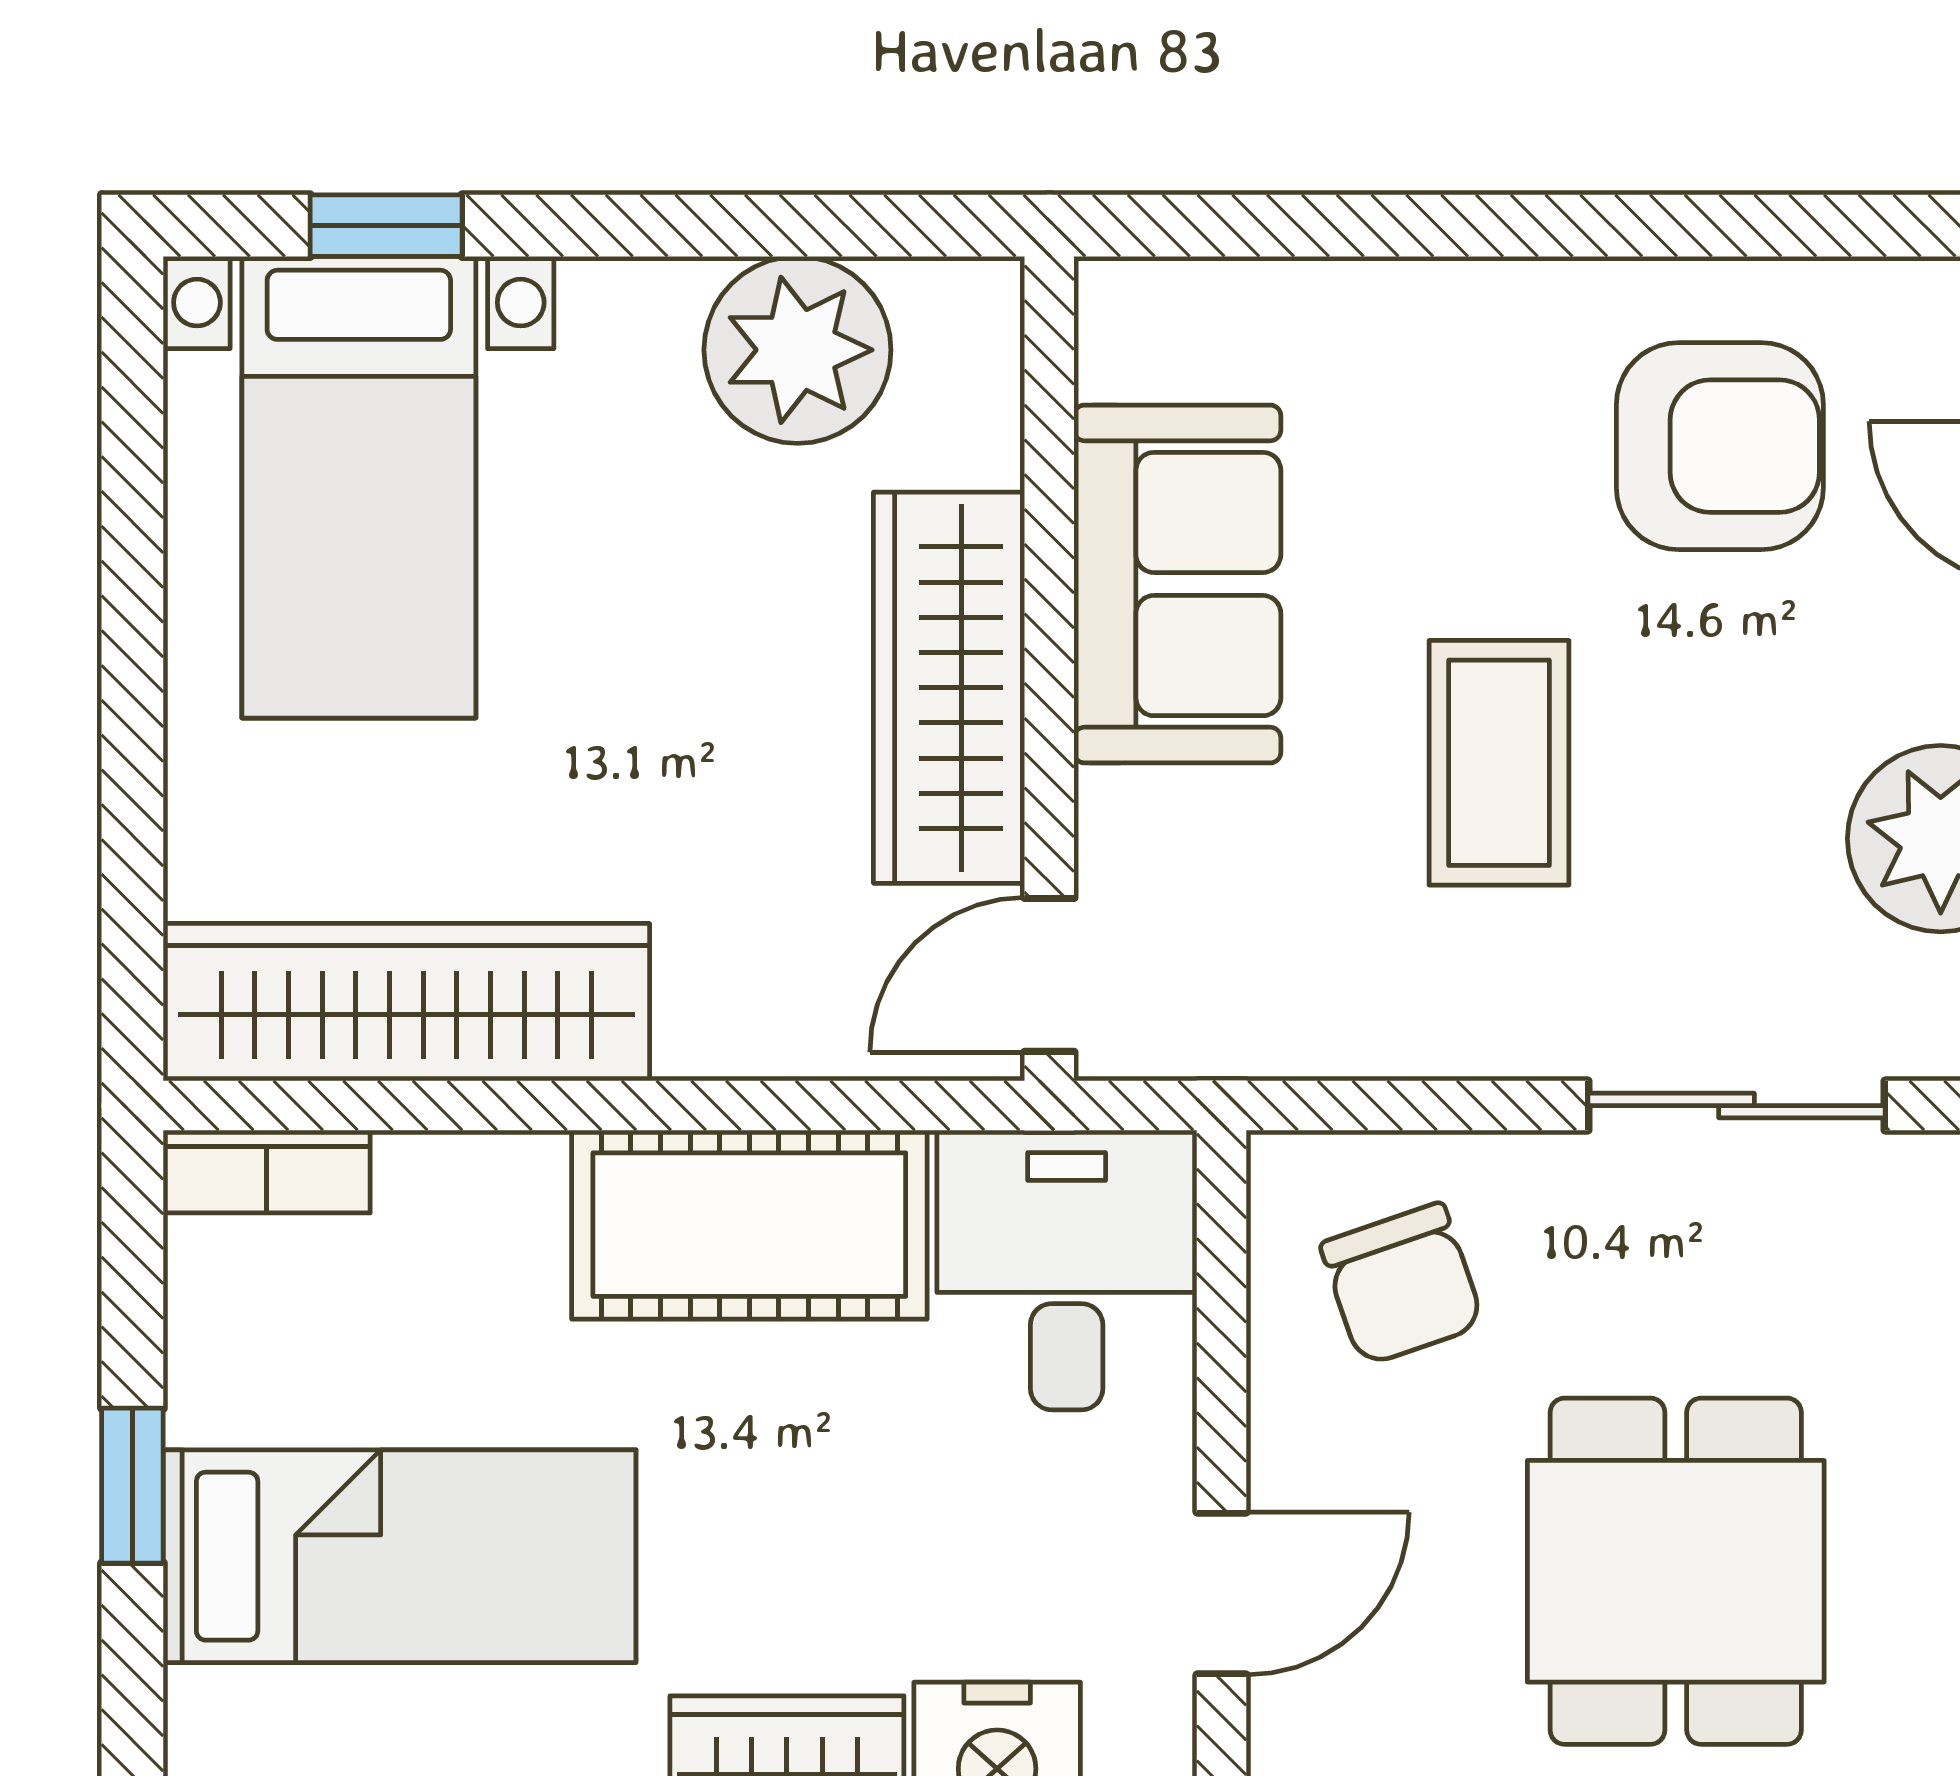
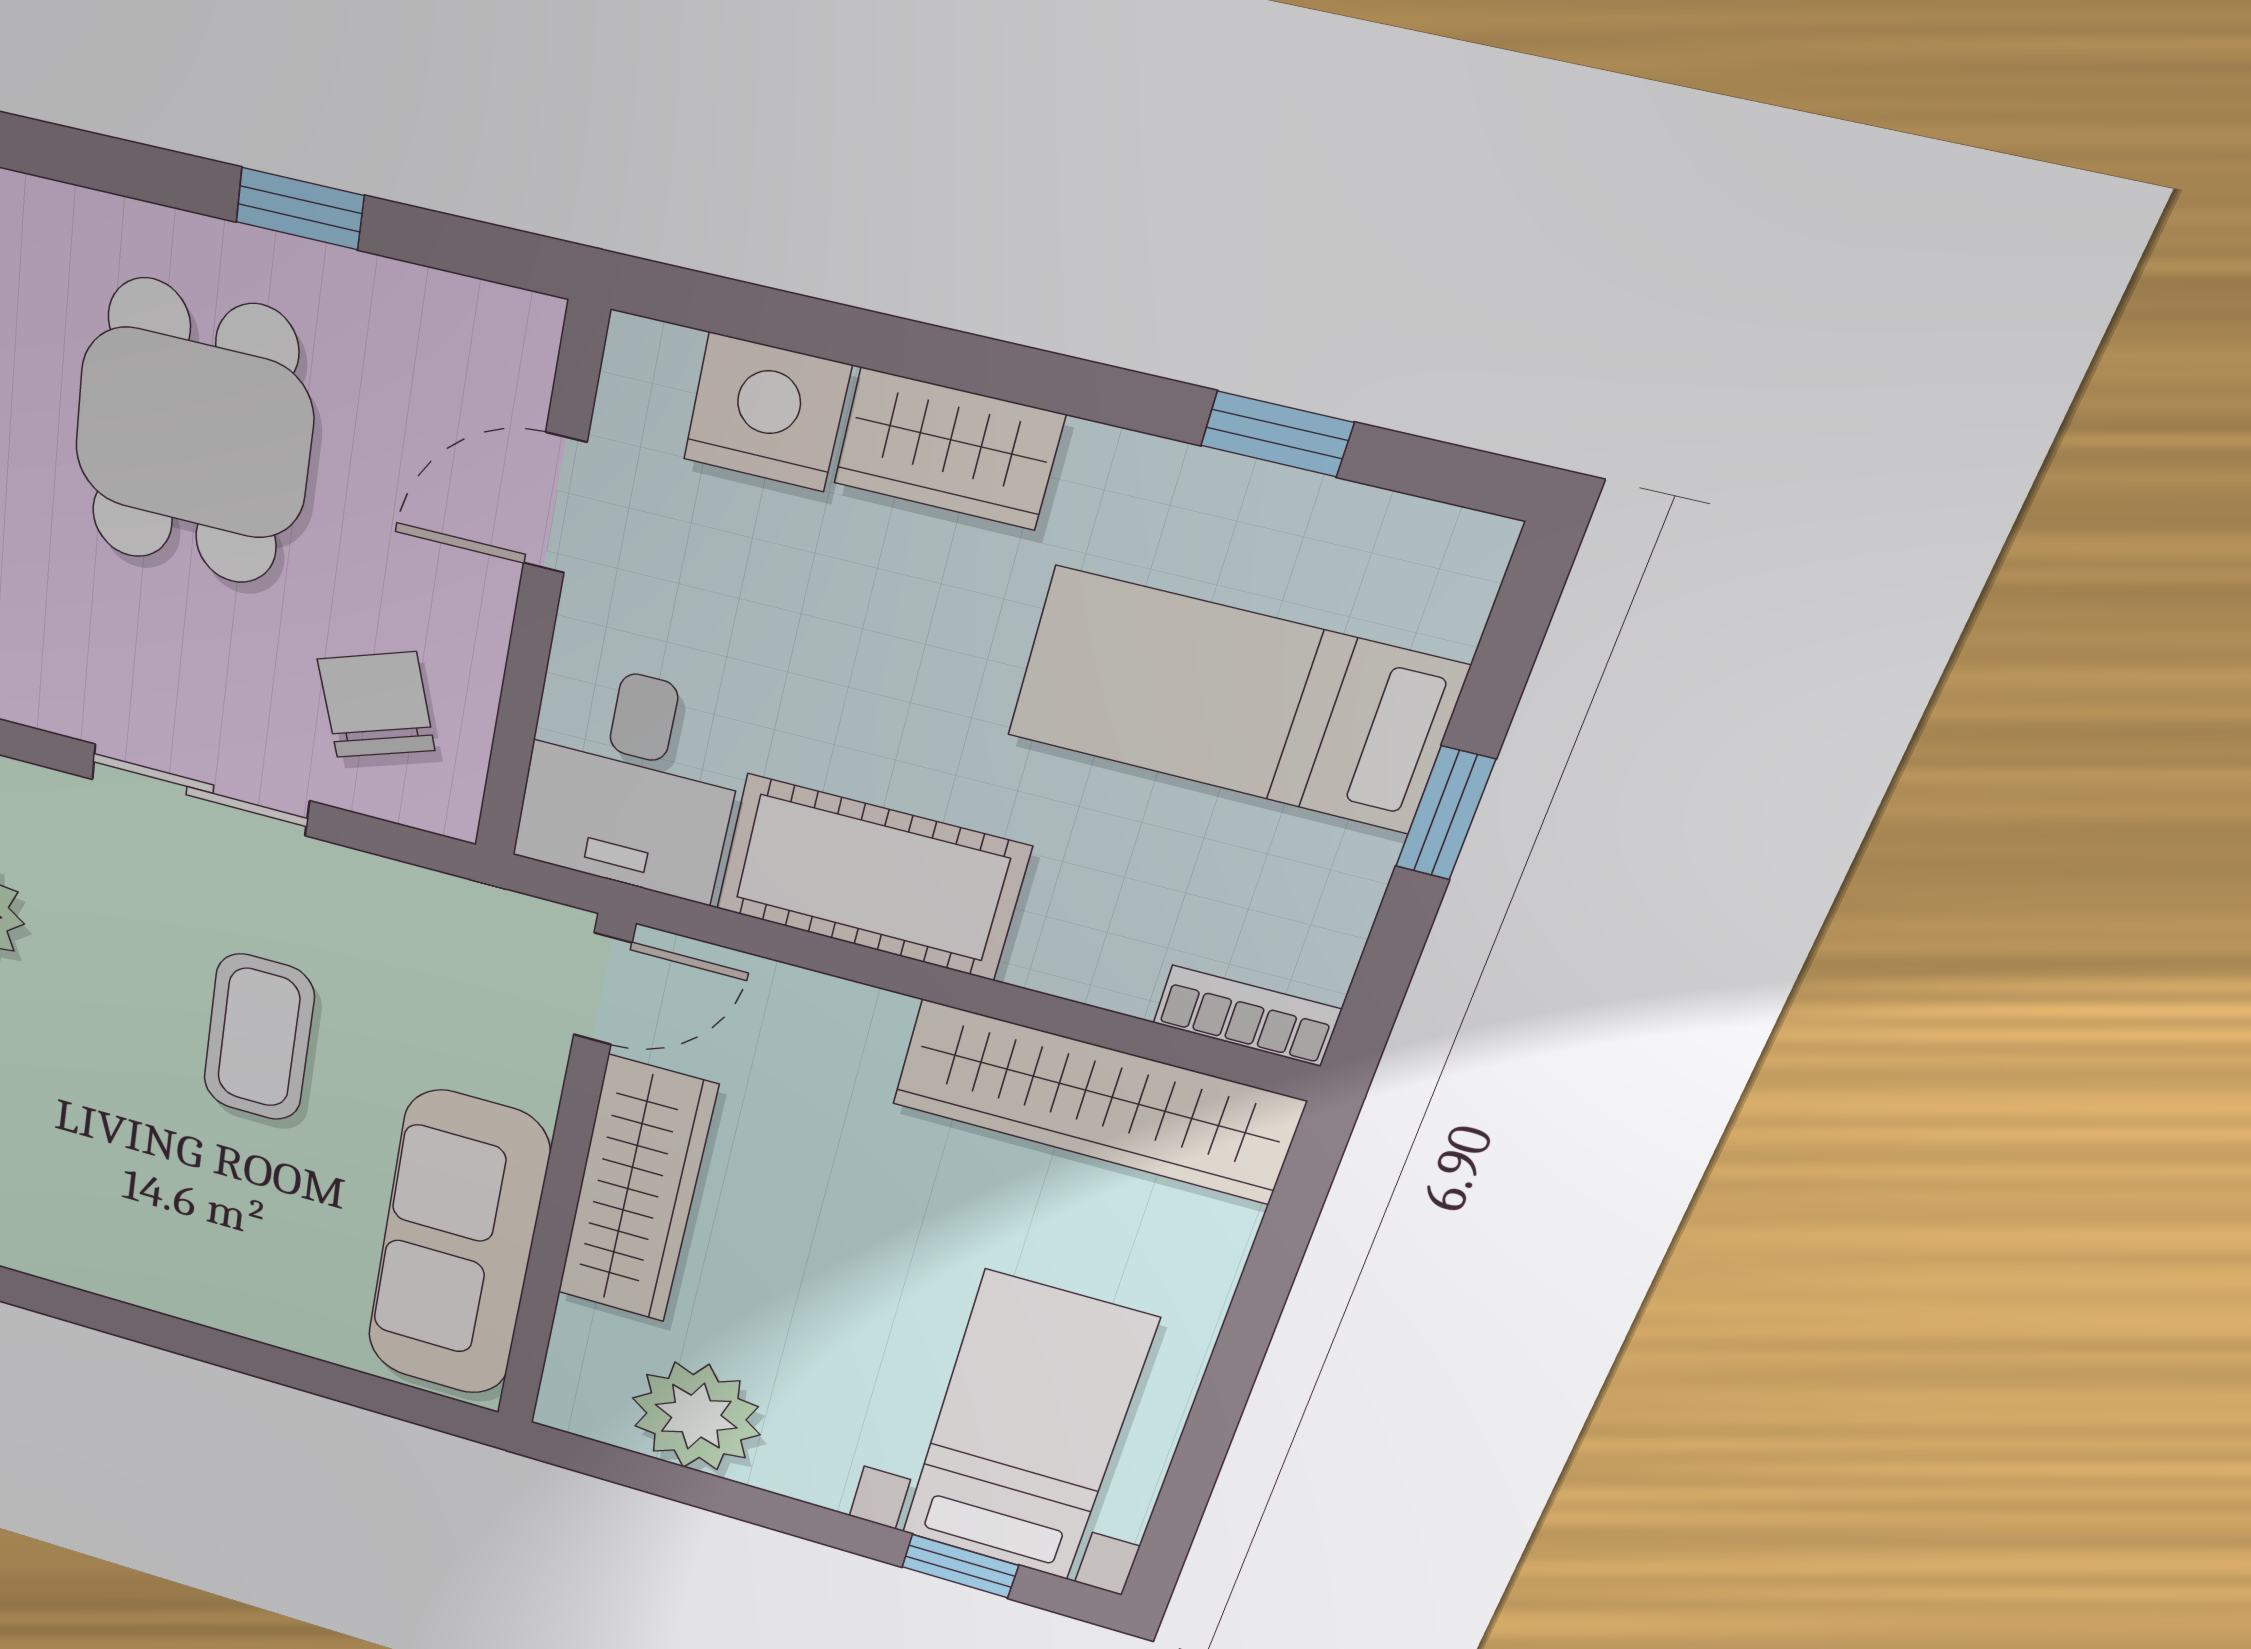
armchair: (1720, 446) -> (90, 1185), removed
sofa: (1177, 584) -> (457, 1246), width x1.36
sliding door: (1737, 1106) -> (200, 790), moved

